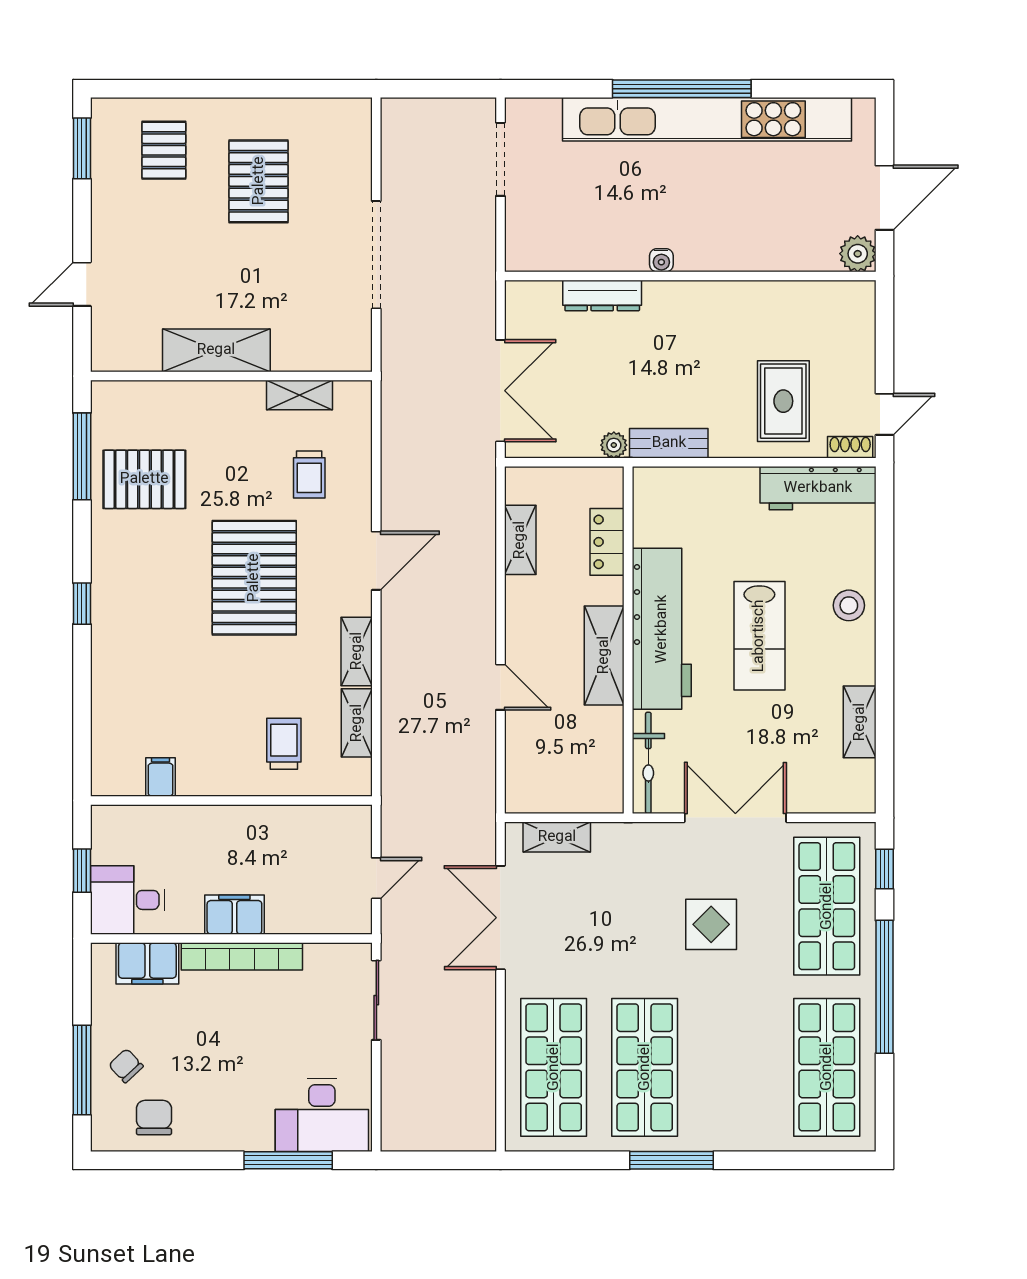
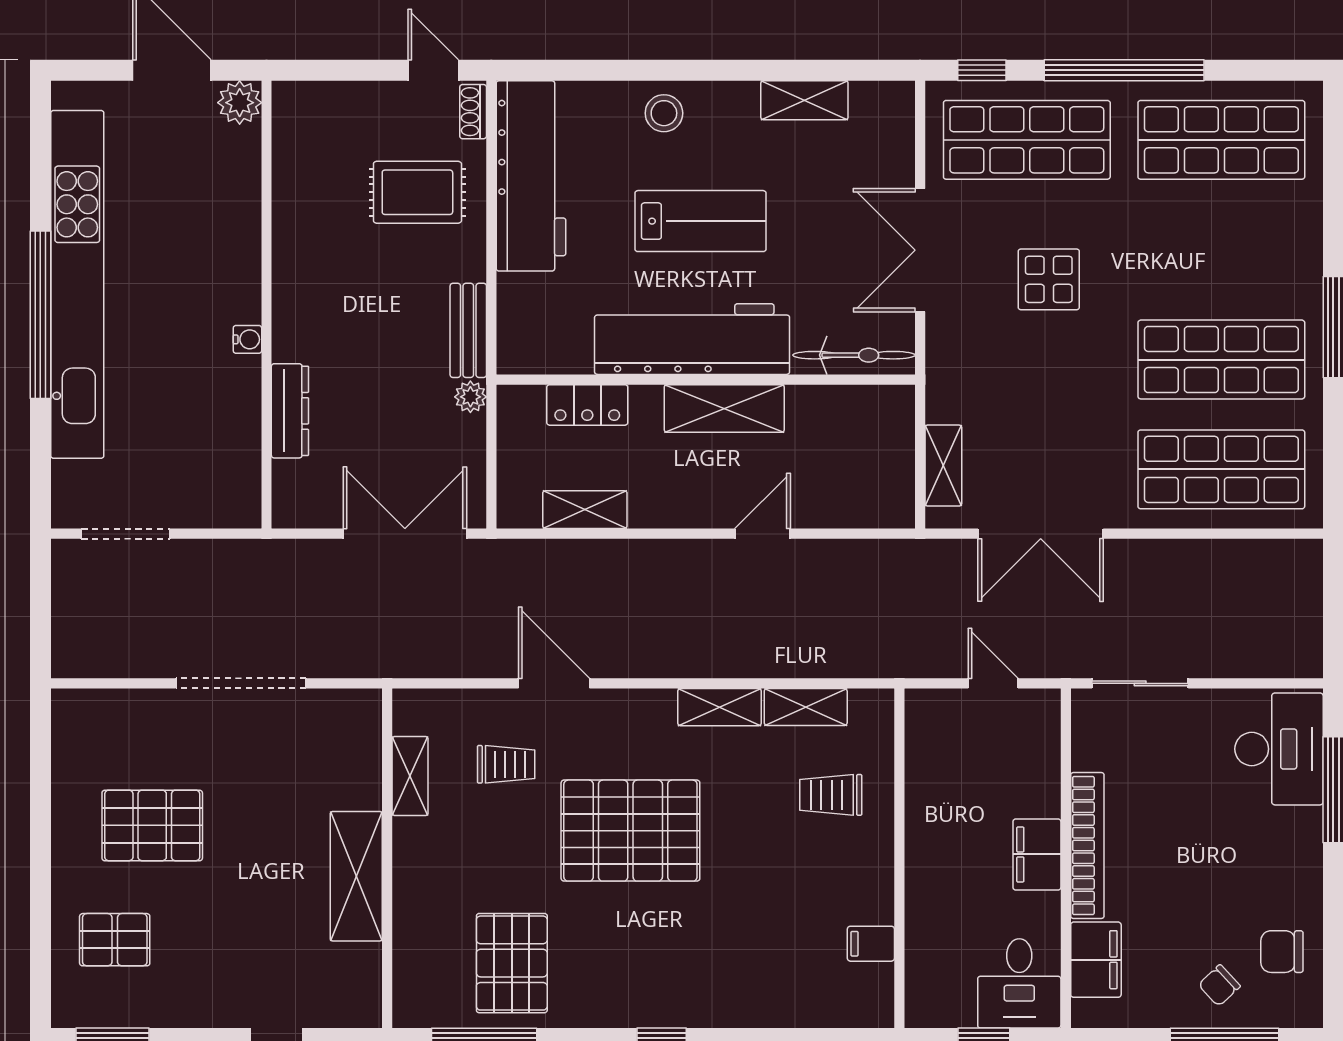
workbench: (818, 488) -> (531, 176), width x1.36, depth x1.32
door: (376, 561) -> (554, 683), moved

